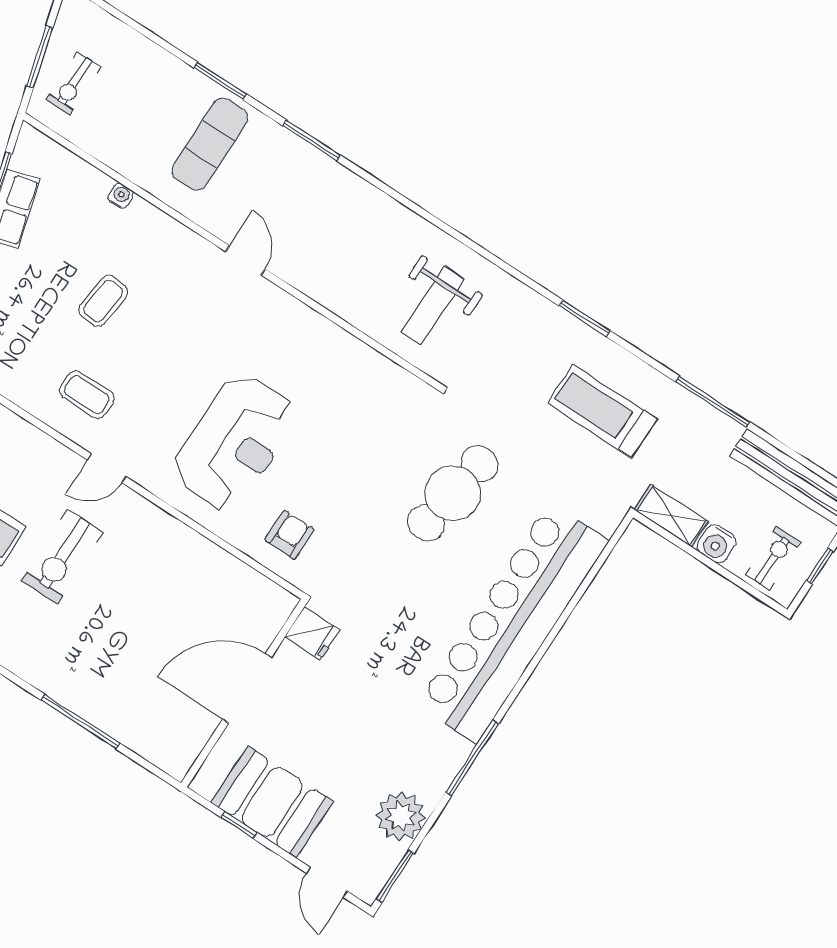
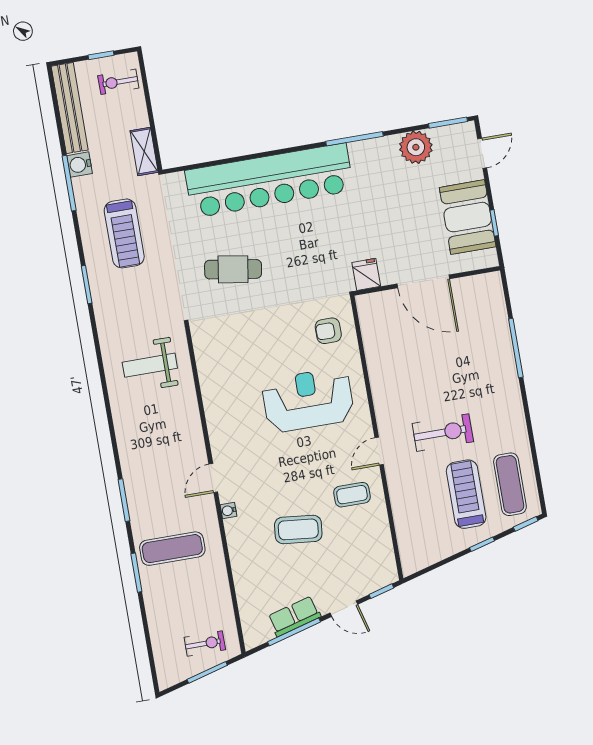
water cooler: (121, 196) -> (229, 511), moved
coffee table: (103, 301) -> (298, 529), width x1.36, depth x1.30
weight bench: (433, 305) -> (150, 365), turned 180
coffee table: (87, 395) -> (352, 495), turned 90
door: (107, 468) -> (379, 451), swing flipped
cafe table: (453, 493) -> (233, 269), width x0.73, depth x0.74
water cooler: (717, 544) -> (80, 165), moved, turned 180

